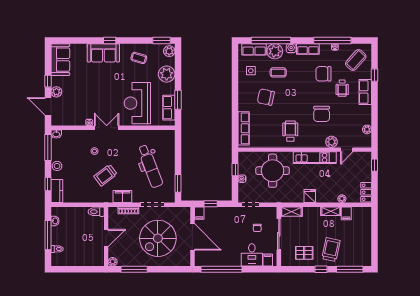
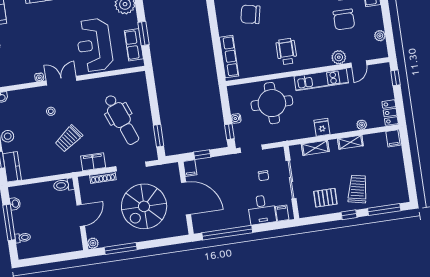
chair: (322, 114) -> (344, 19), moved
window: (235, 170) -> (229, 132), moved
shelving: (291, 212) -> (315, 148), moved
filing cabinet: (346, 213) -> (393, 138), moved

